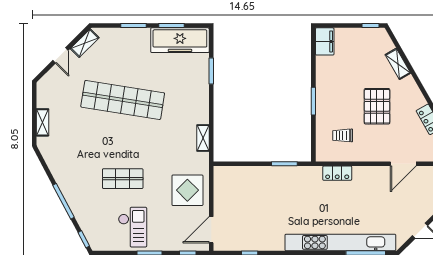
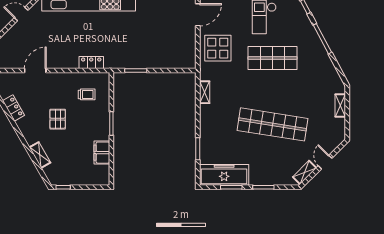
filing cabinet: (325, 41) -> (102, 153), moved
pallet: (377, 106) -> (58, 119), width x0.67, depth x0.71
shop shelf: (123, 179) -> (272, 58), width x1.43, depth x1.36

